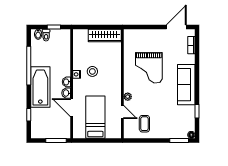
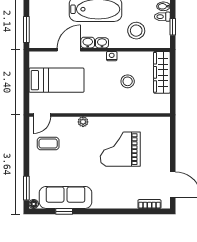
wardrobe: (105, 35) -> (162, 72), moved
stool: (57, 55) -> (136, 31), added
stool: (92, 71) -> (128, 81), moved
sofa: (186, 85) -> (66, 197), moved
door: (122, 112) -> (42, 115), moved

